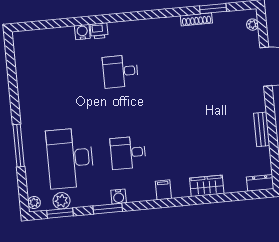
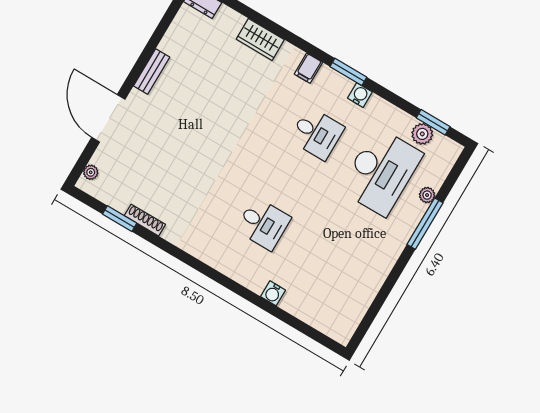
printer: (99, 31) -> (255, 282), removed
bench: (262, 129) -> (152, 72), moved
plant: (34, 202) -> (427, 195), moved
window: (108, 209) -> (348, 72), moved

